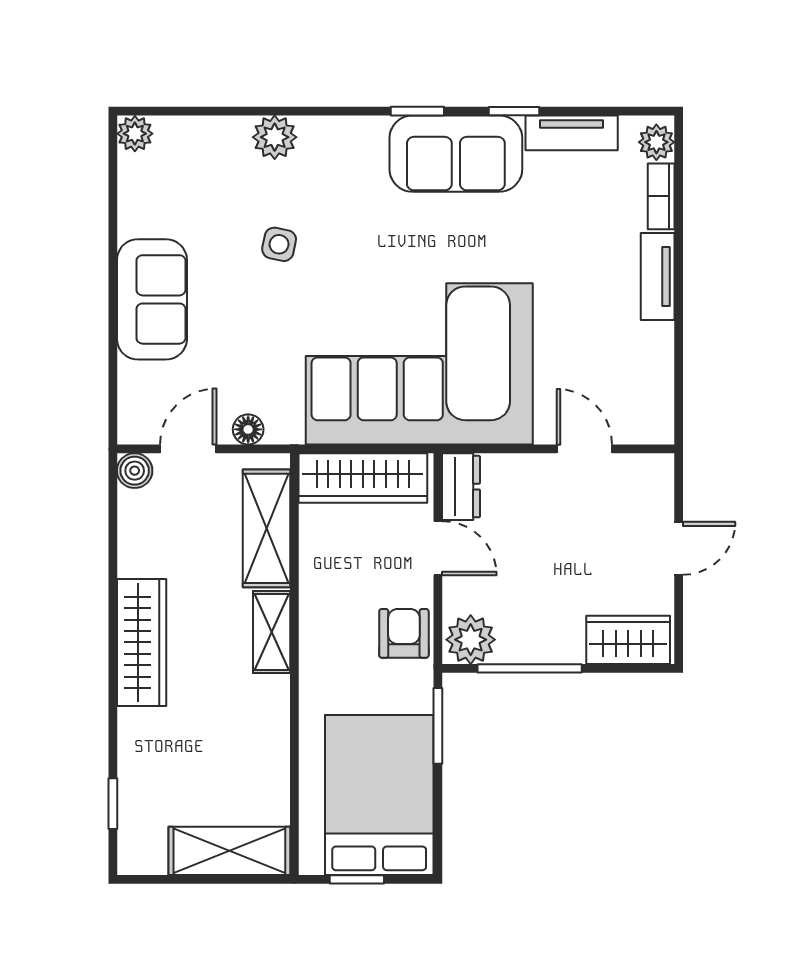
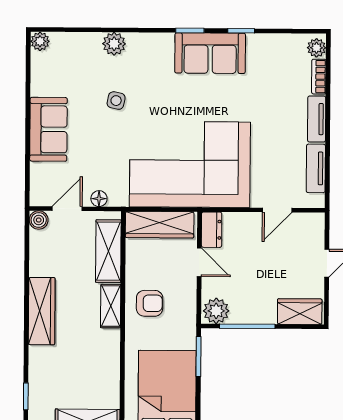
tv unit: (572, 133) -> (316, 168), moved, turned 90
door: (584, 449) -> (277, 210), swing flipped
armchair: (404, 633) -> (150, 303), moved, turned 90

